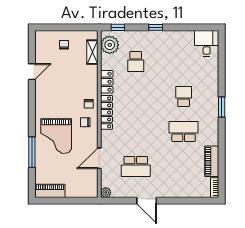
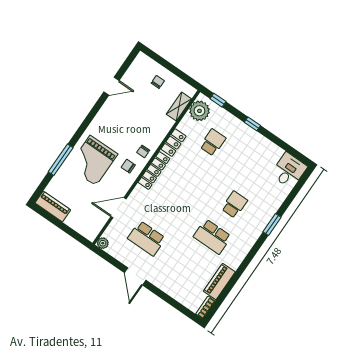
school desk: (136, 62) -> (213, 142), turned 180
window: (222, 107) -> (272, 224), moved
school desk: (184, 131) -> (212, 237), turned 180

